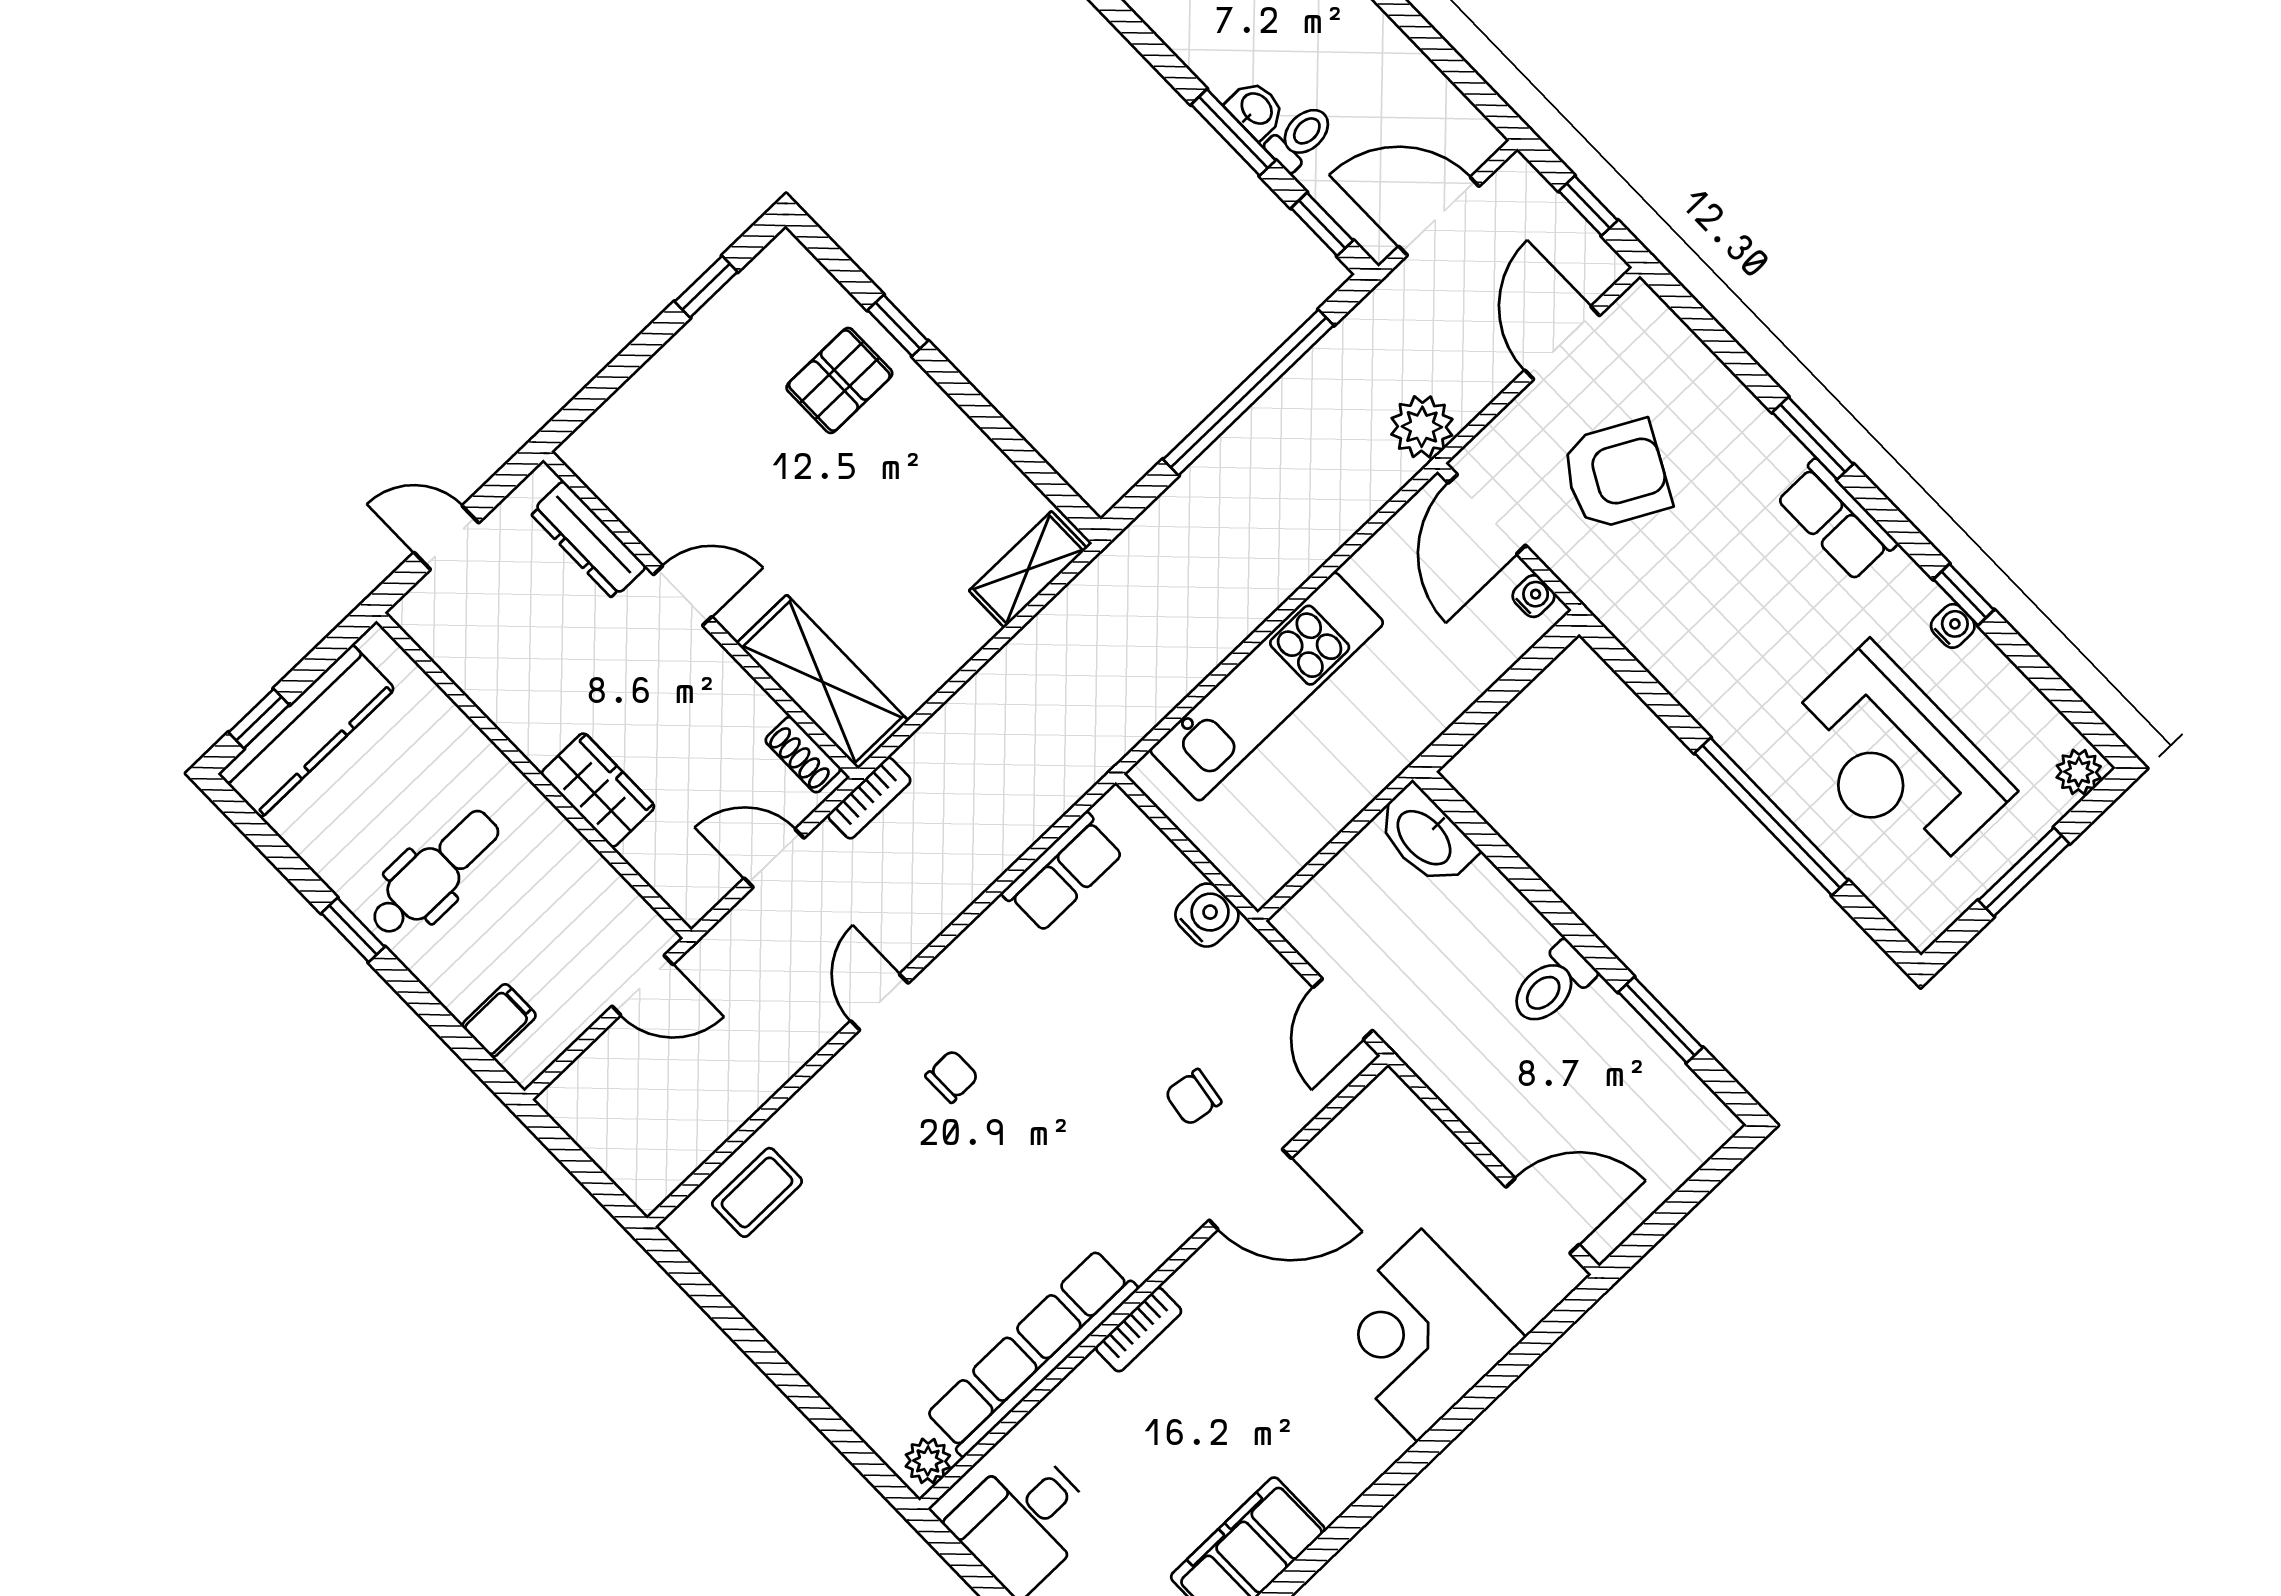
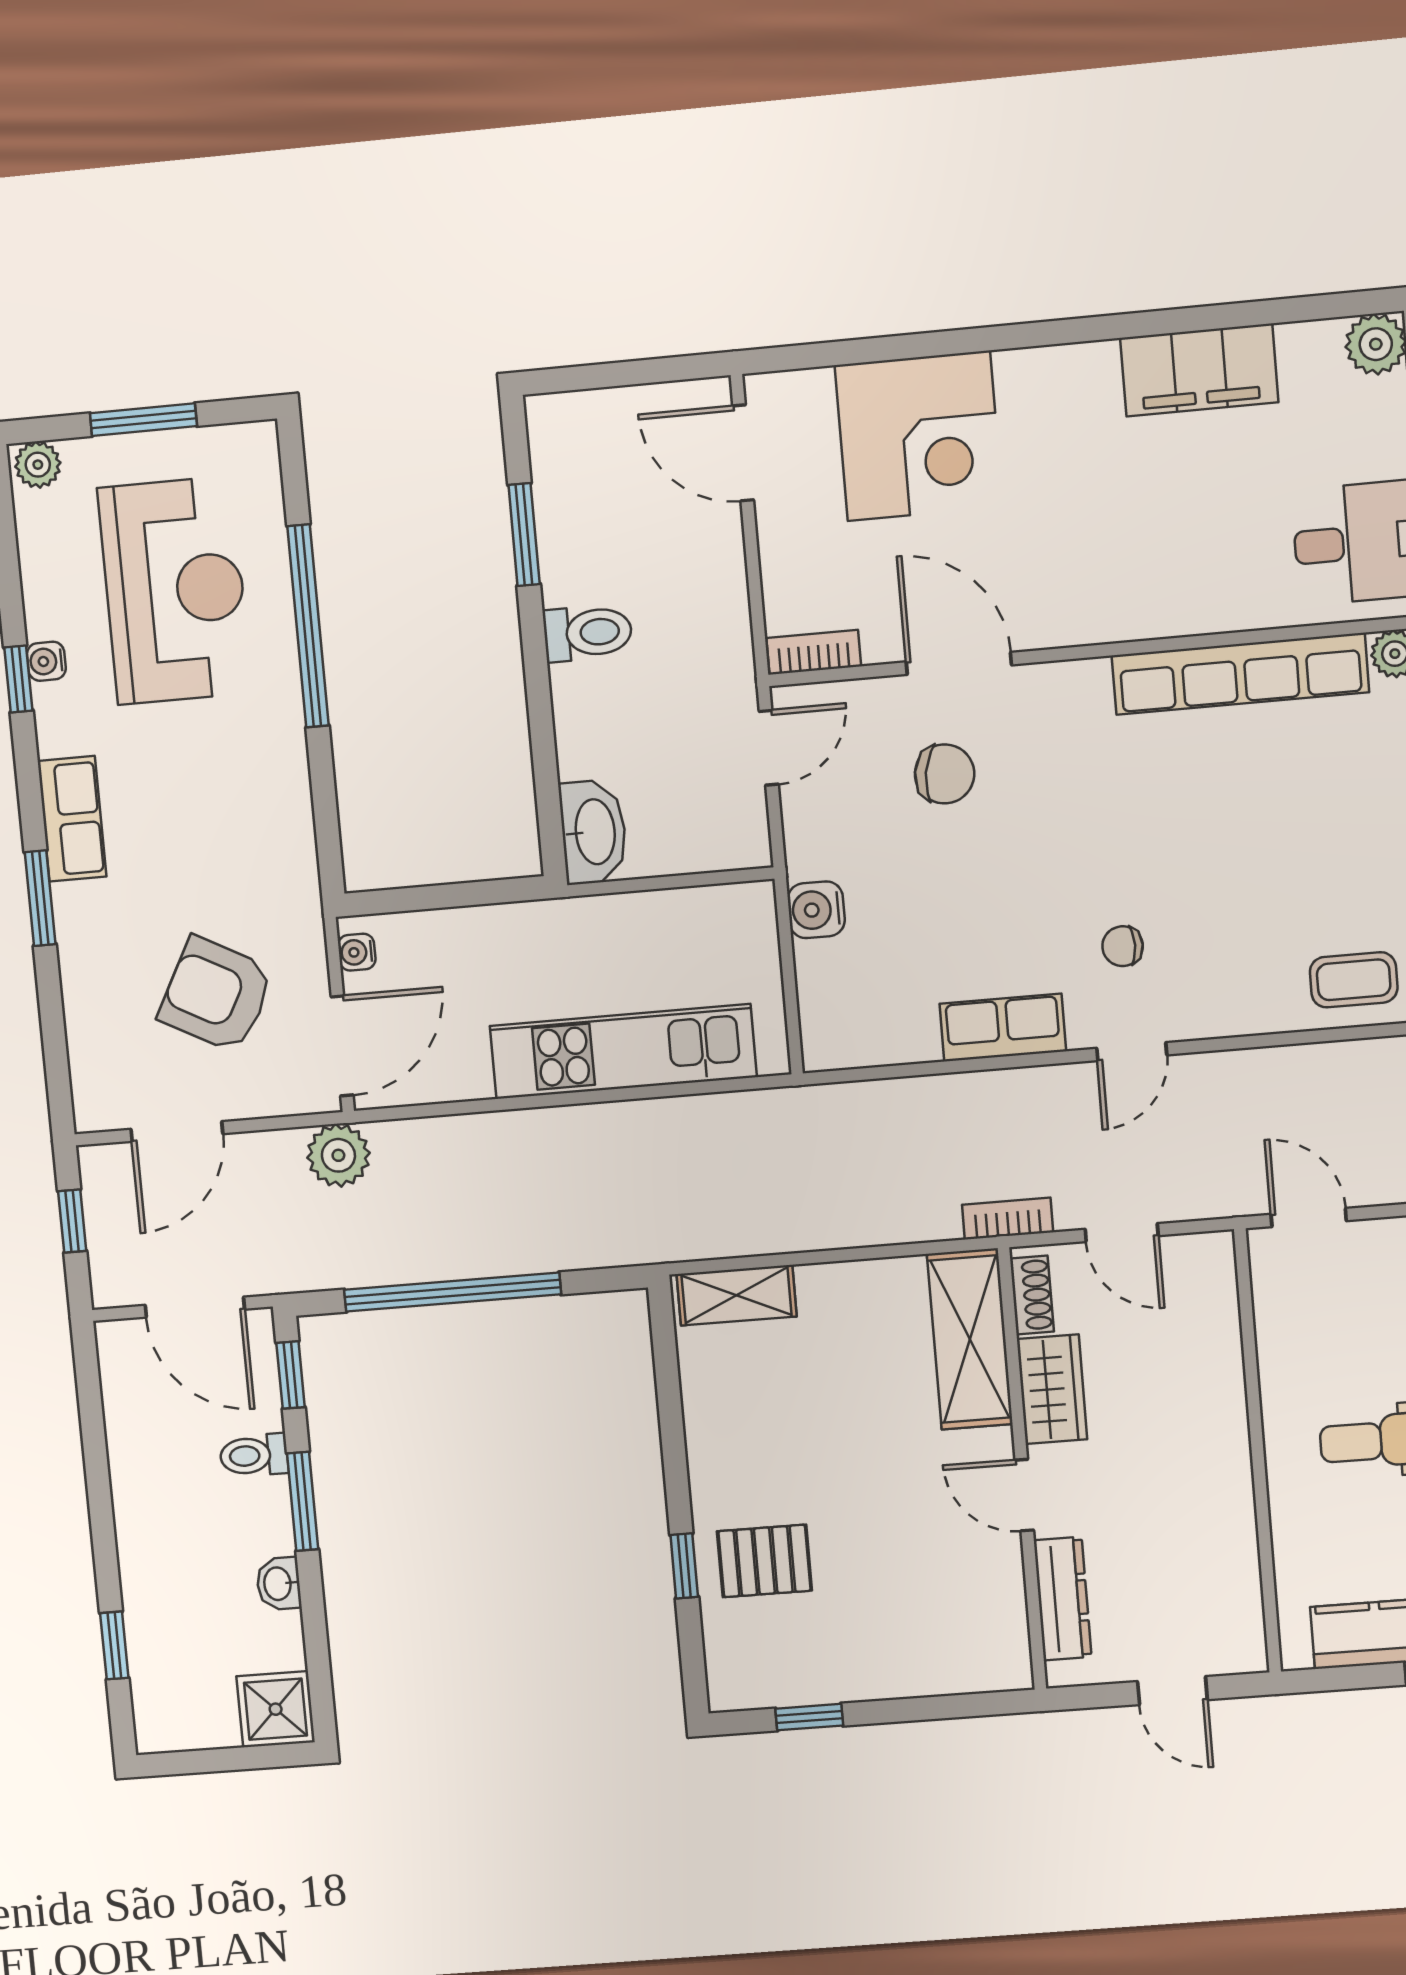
washbasin: (1256, 109) -> (279, 1584), moved
wardrobe: (598, 790) -> (1052, 1389), moved, turned 180
row of seats: (1063, 872) -> (1003, 1028), moved
chair: (1193, 1097) -> (945, 774), width x1.37, depth x1.37
bookcase: (1139, 1330) -> (814, 652), moved

